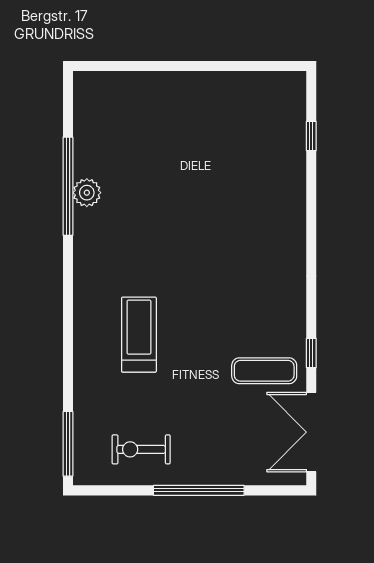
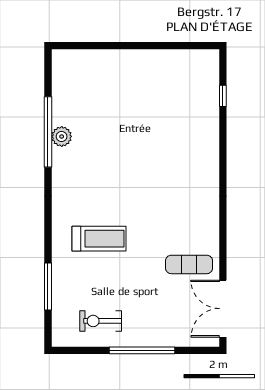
treadmill: (139, 335) -> (99, 239), turned 90
window: (311, 353) -> (223, 252), removed
window: (68, 444) -> (48, 286), moved

